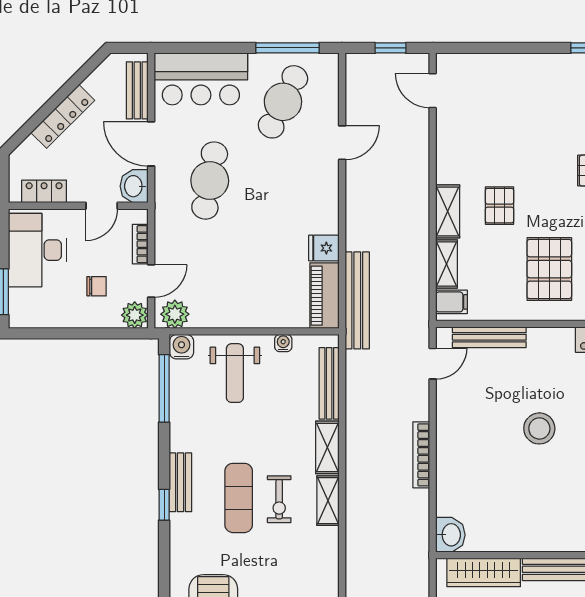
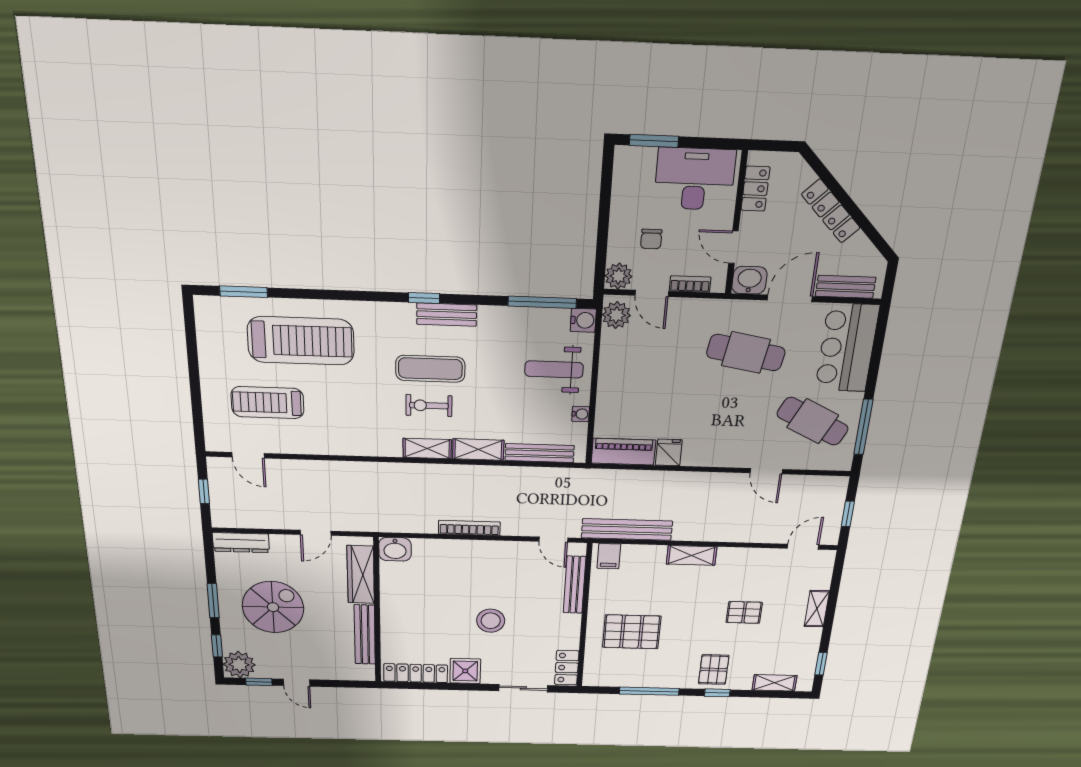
pallet: (500, 206) -> (744, 612), moved
shelving: (447, 264) -> (817, 609), moved, turned 90
bench: (357, 300) -> (627, 530), moved

